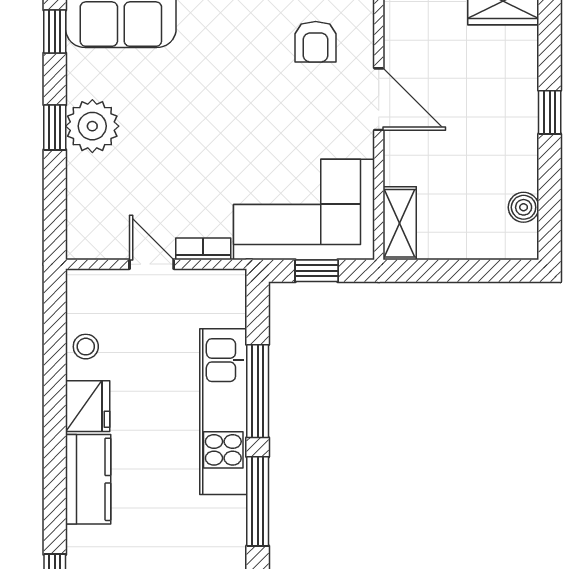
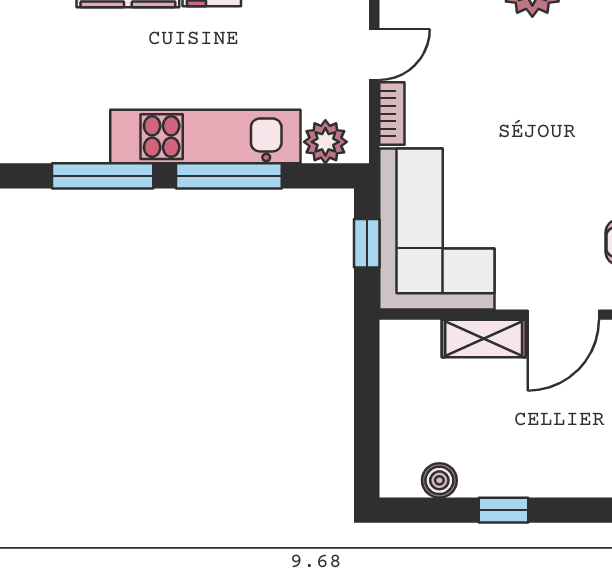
window: (550, 112) -> (503, 510), moved
shelving: (400, 223) -> (484, 338), moved
plant: (228, 307) -> (325, 142), added

